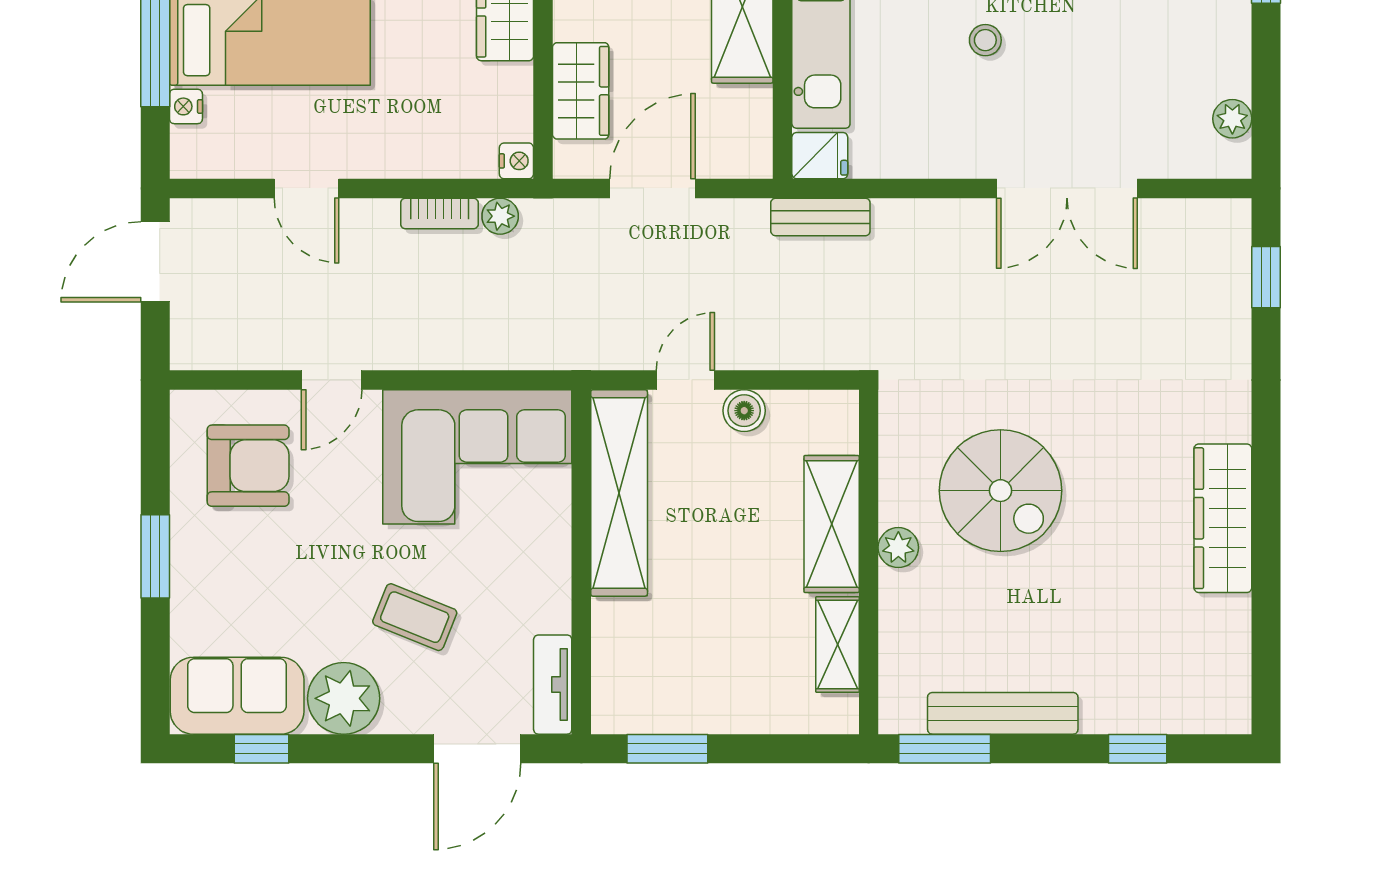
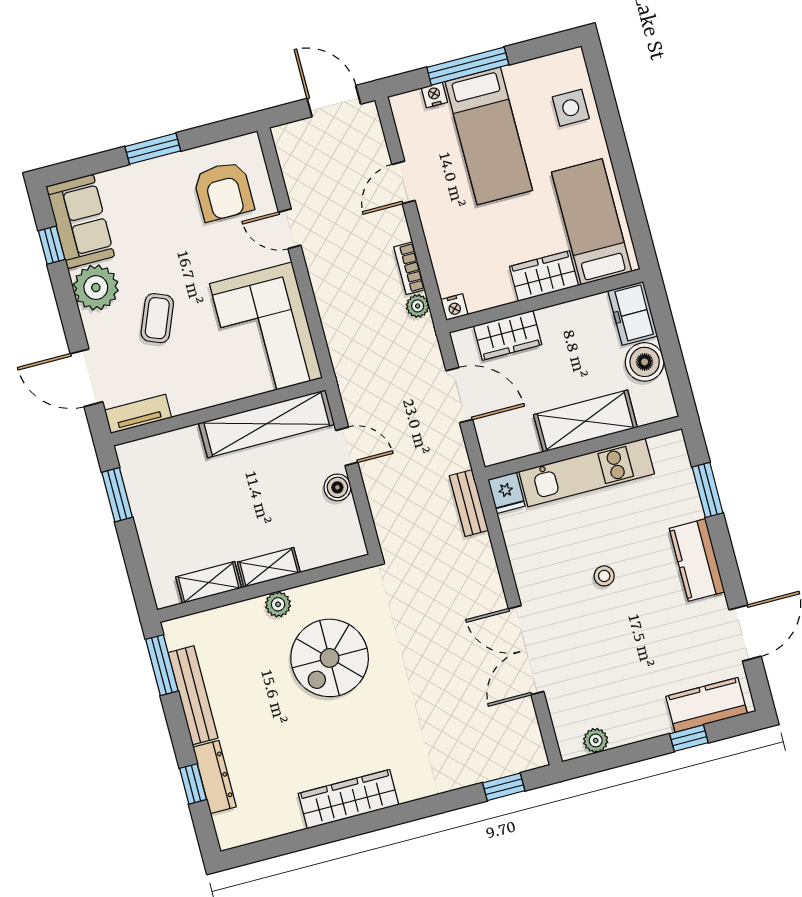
shelving: (832, 524) -> (269, 567), width x0.67, depth x0.75
dresser: (1136, 713) -> (215, 777), added

